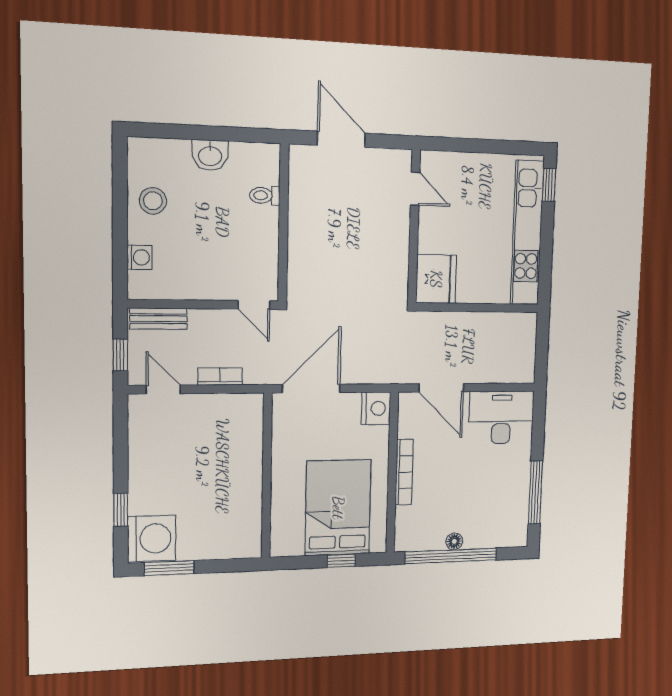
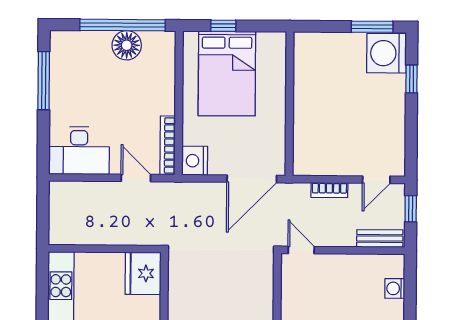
door: (441, 388) -> (136, 178), width x0.73
door: (163, 389) -> (376, 180), hinge flipped
bookcase: (404, 472) -> (168, 145), moved
floor lamp: (454, 541) -> (127, 45), width x1.89, depth x1.89

